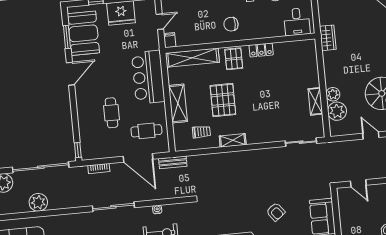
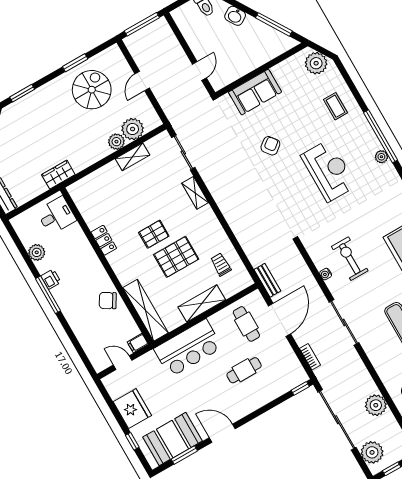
chair: (231, 24) -> (108, 301), moved, turned 121
pallet: (234, 59) -> (154, 234), moved
shelving: (233, 140) -> (195, 193), moved

